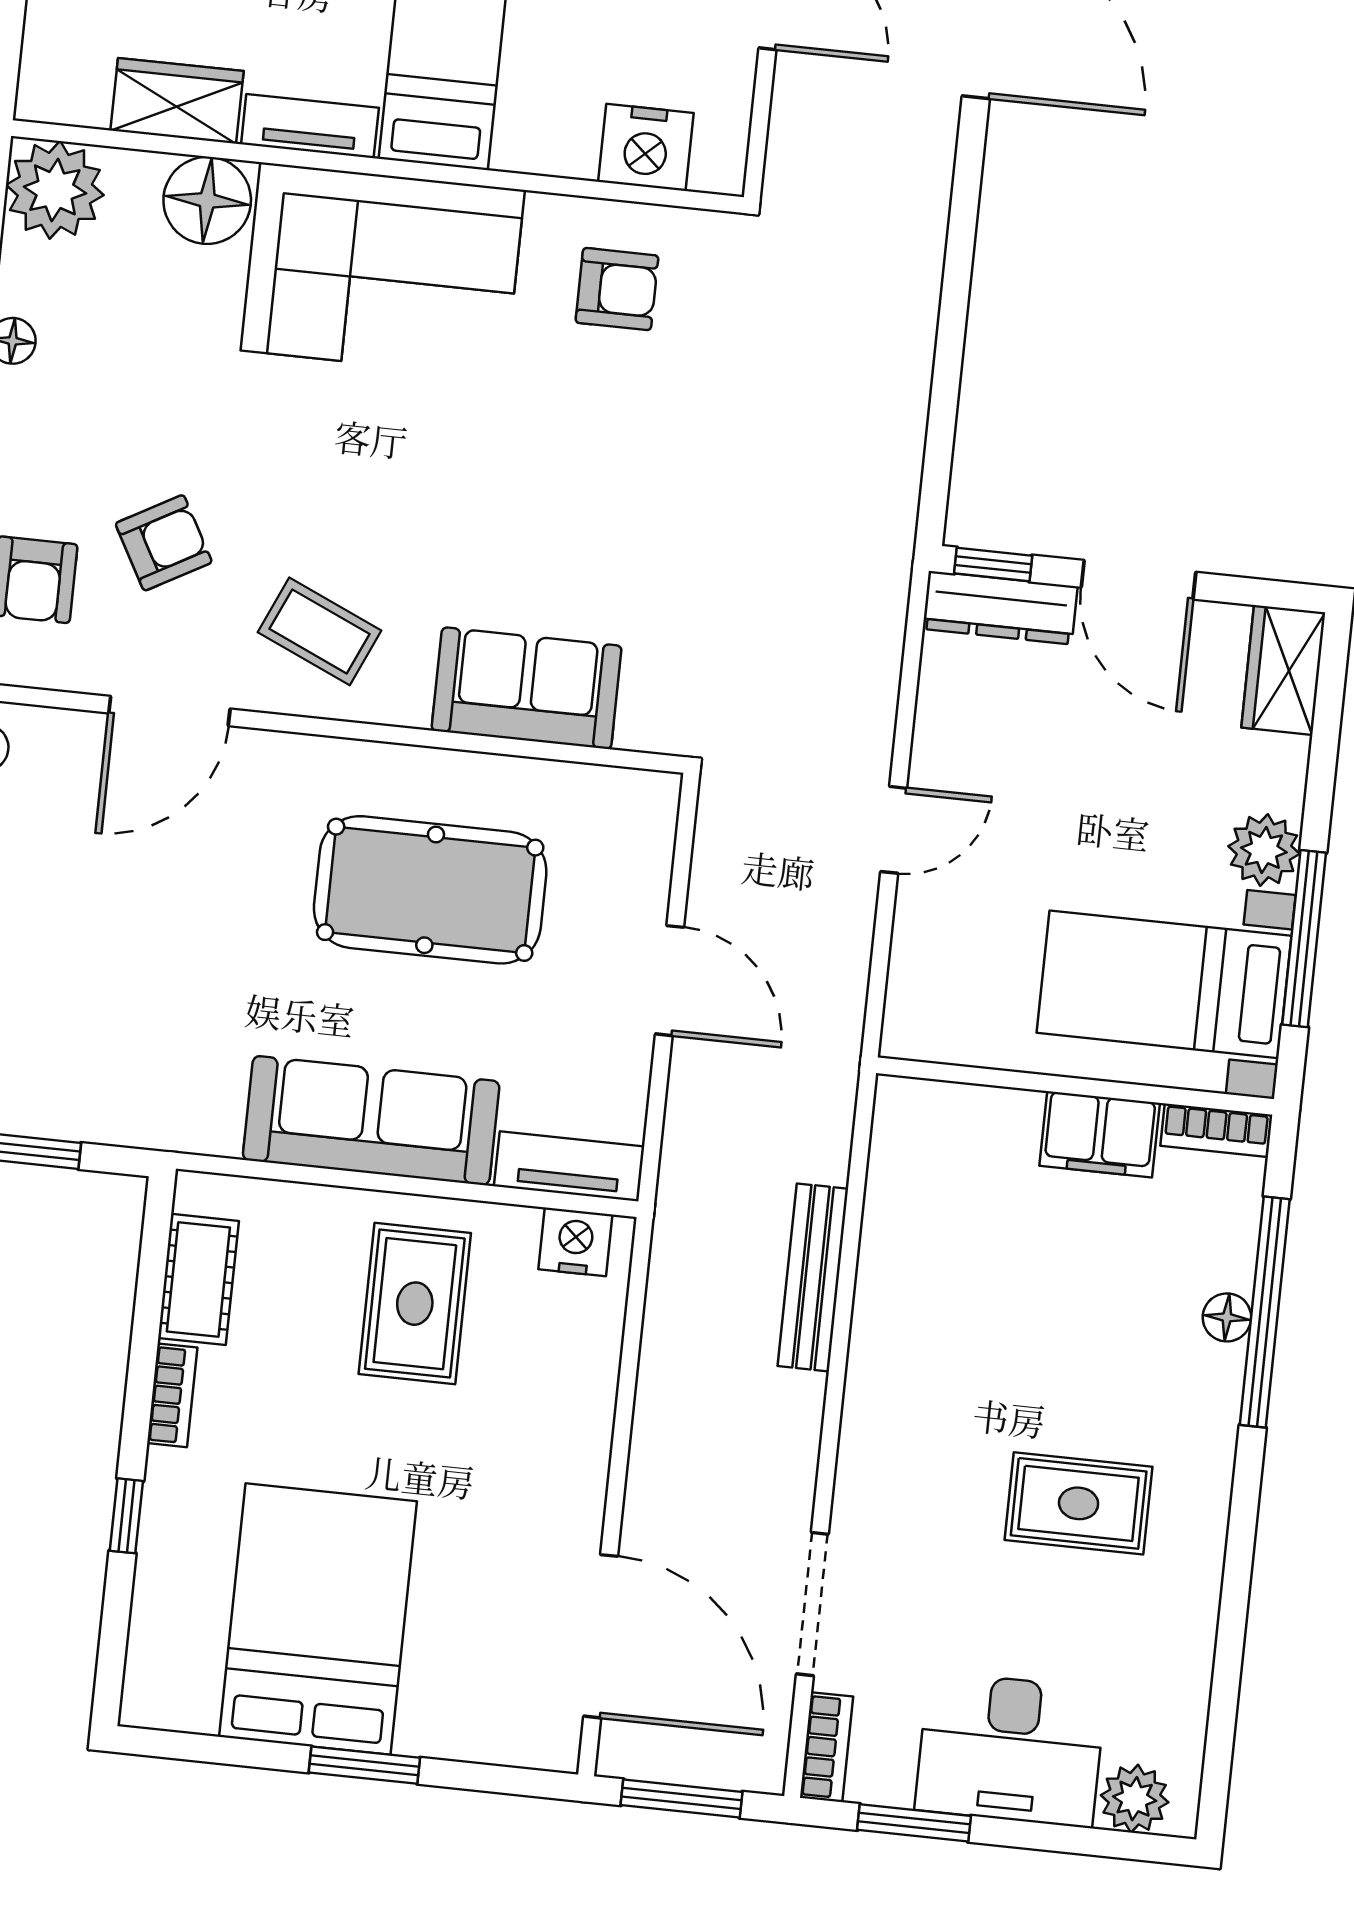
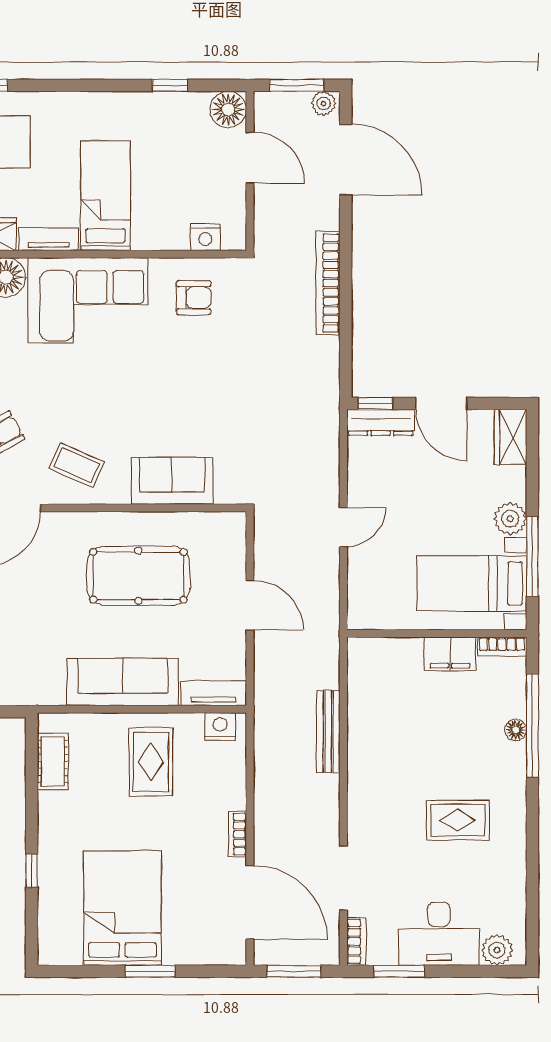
nightstand: (646, 147) -> (205, 237), width x0.74, depth x0.75
bookcase: (916, 288) -> (328, 283), added
bookcase: (172, 1395) -> (237, 834), moved, turned 180

